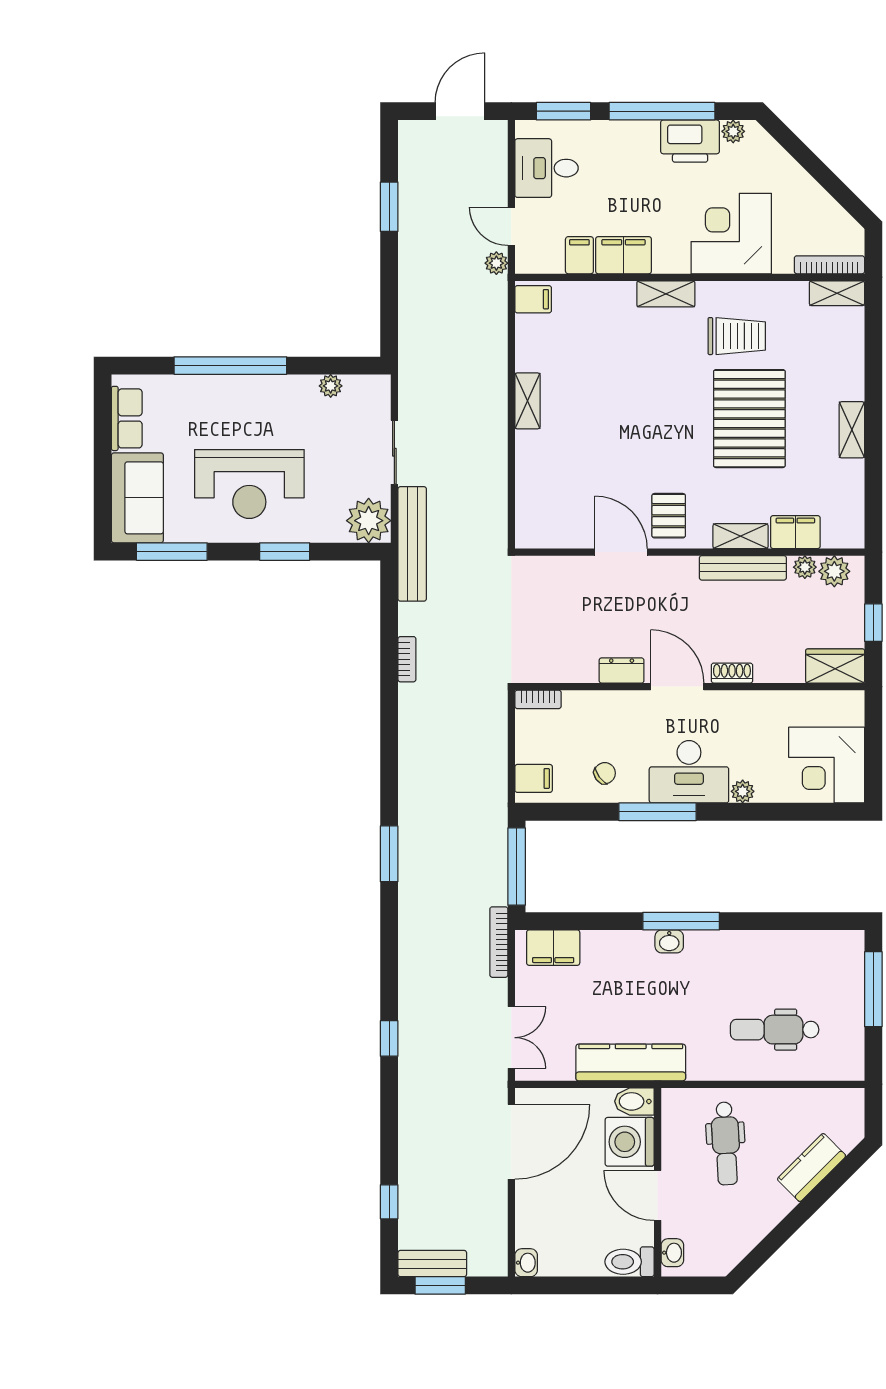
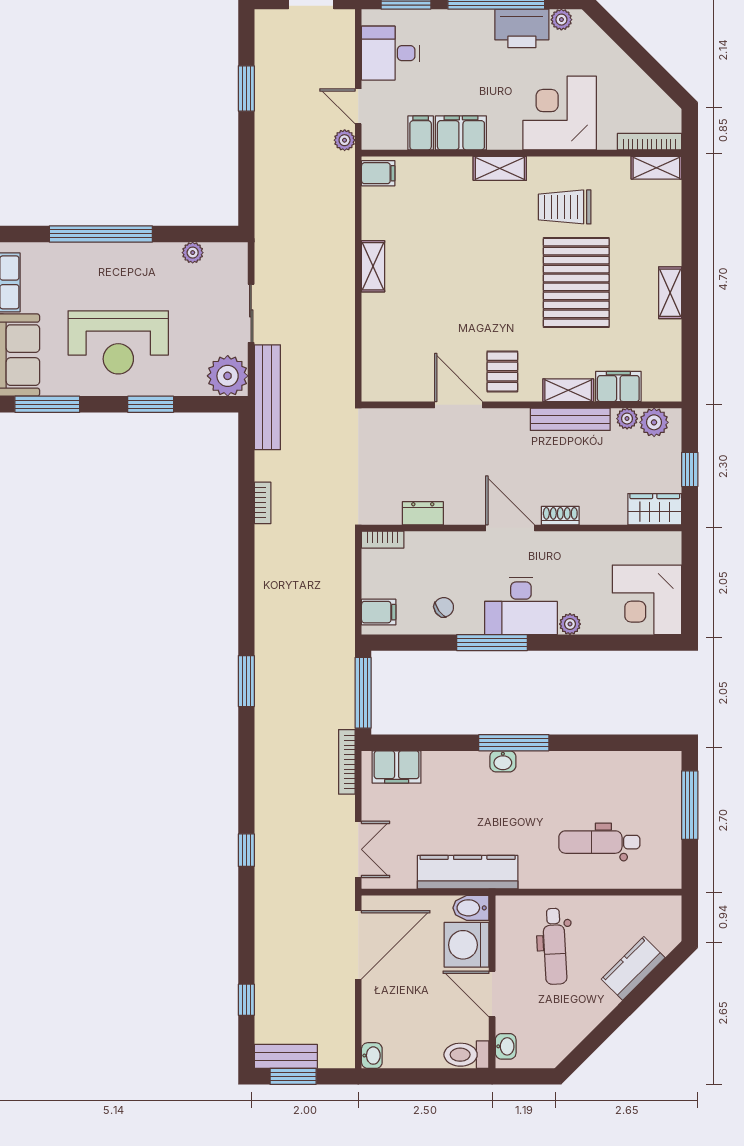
trolley: (737, 336) -> (565, 207), turned 180
dresser: (622, 671) -> (423, 513), moved

